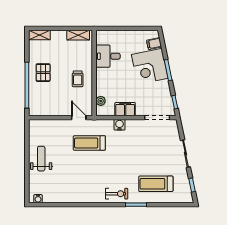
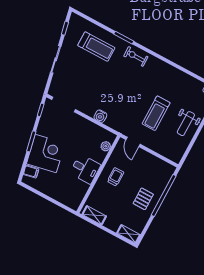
desk: (108, 56) -> (85, 169), moved
filing cabinet: (125, 109) -> (88, 127), removed
treadmill: (89, 143) -> (156, 113), moved, turned 90

